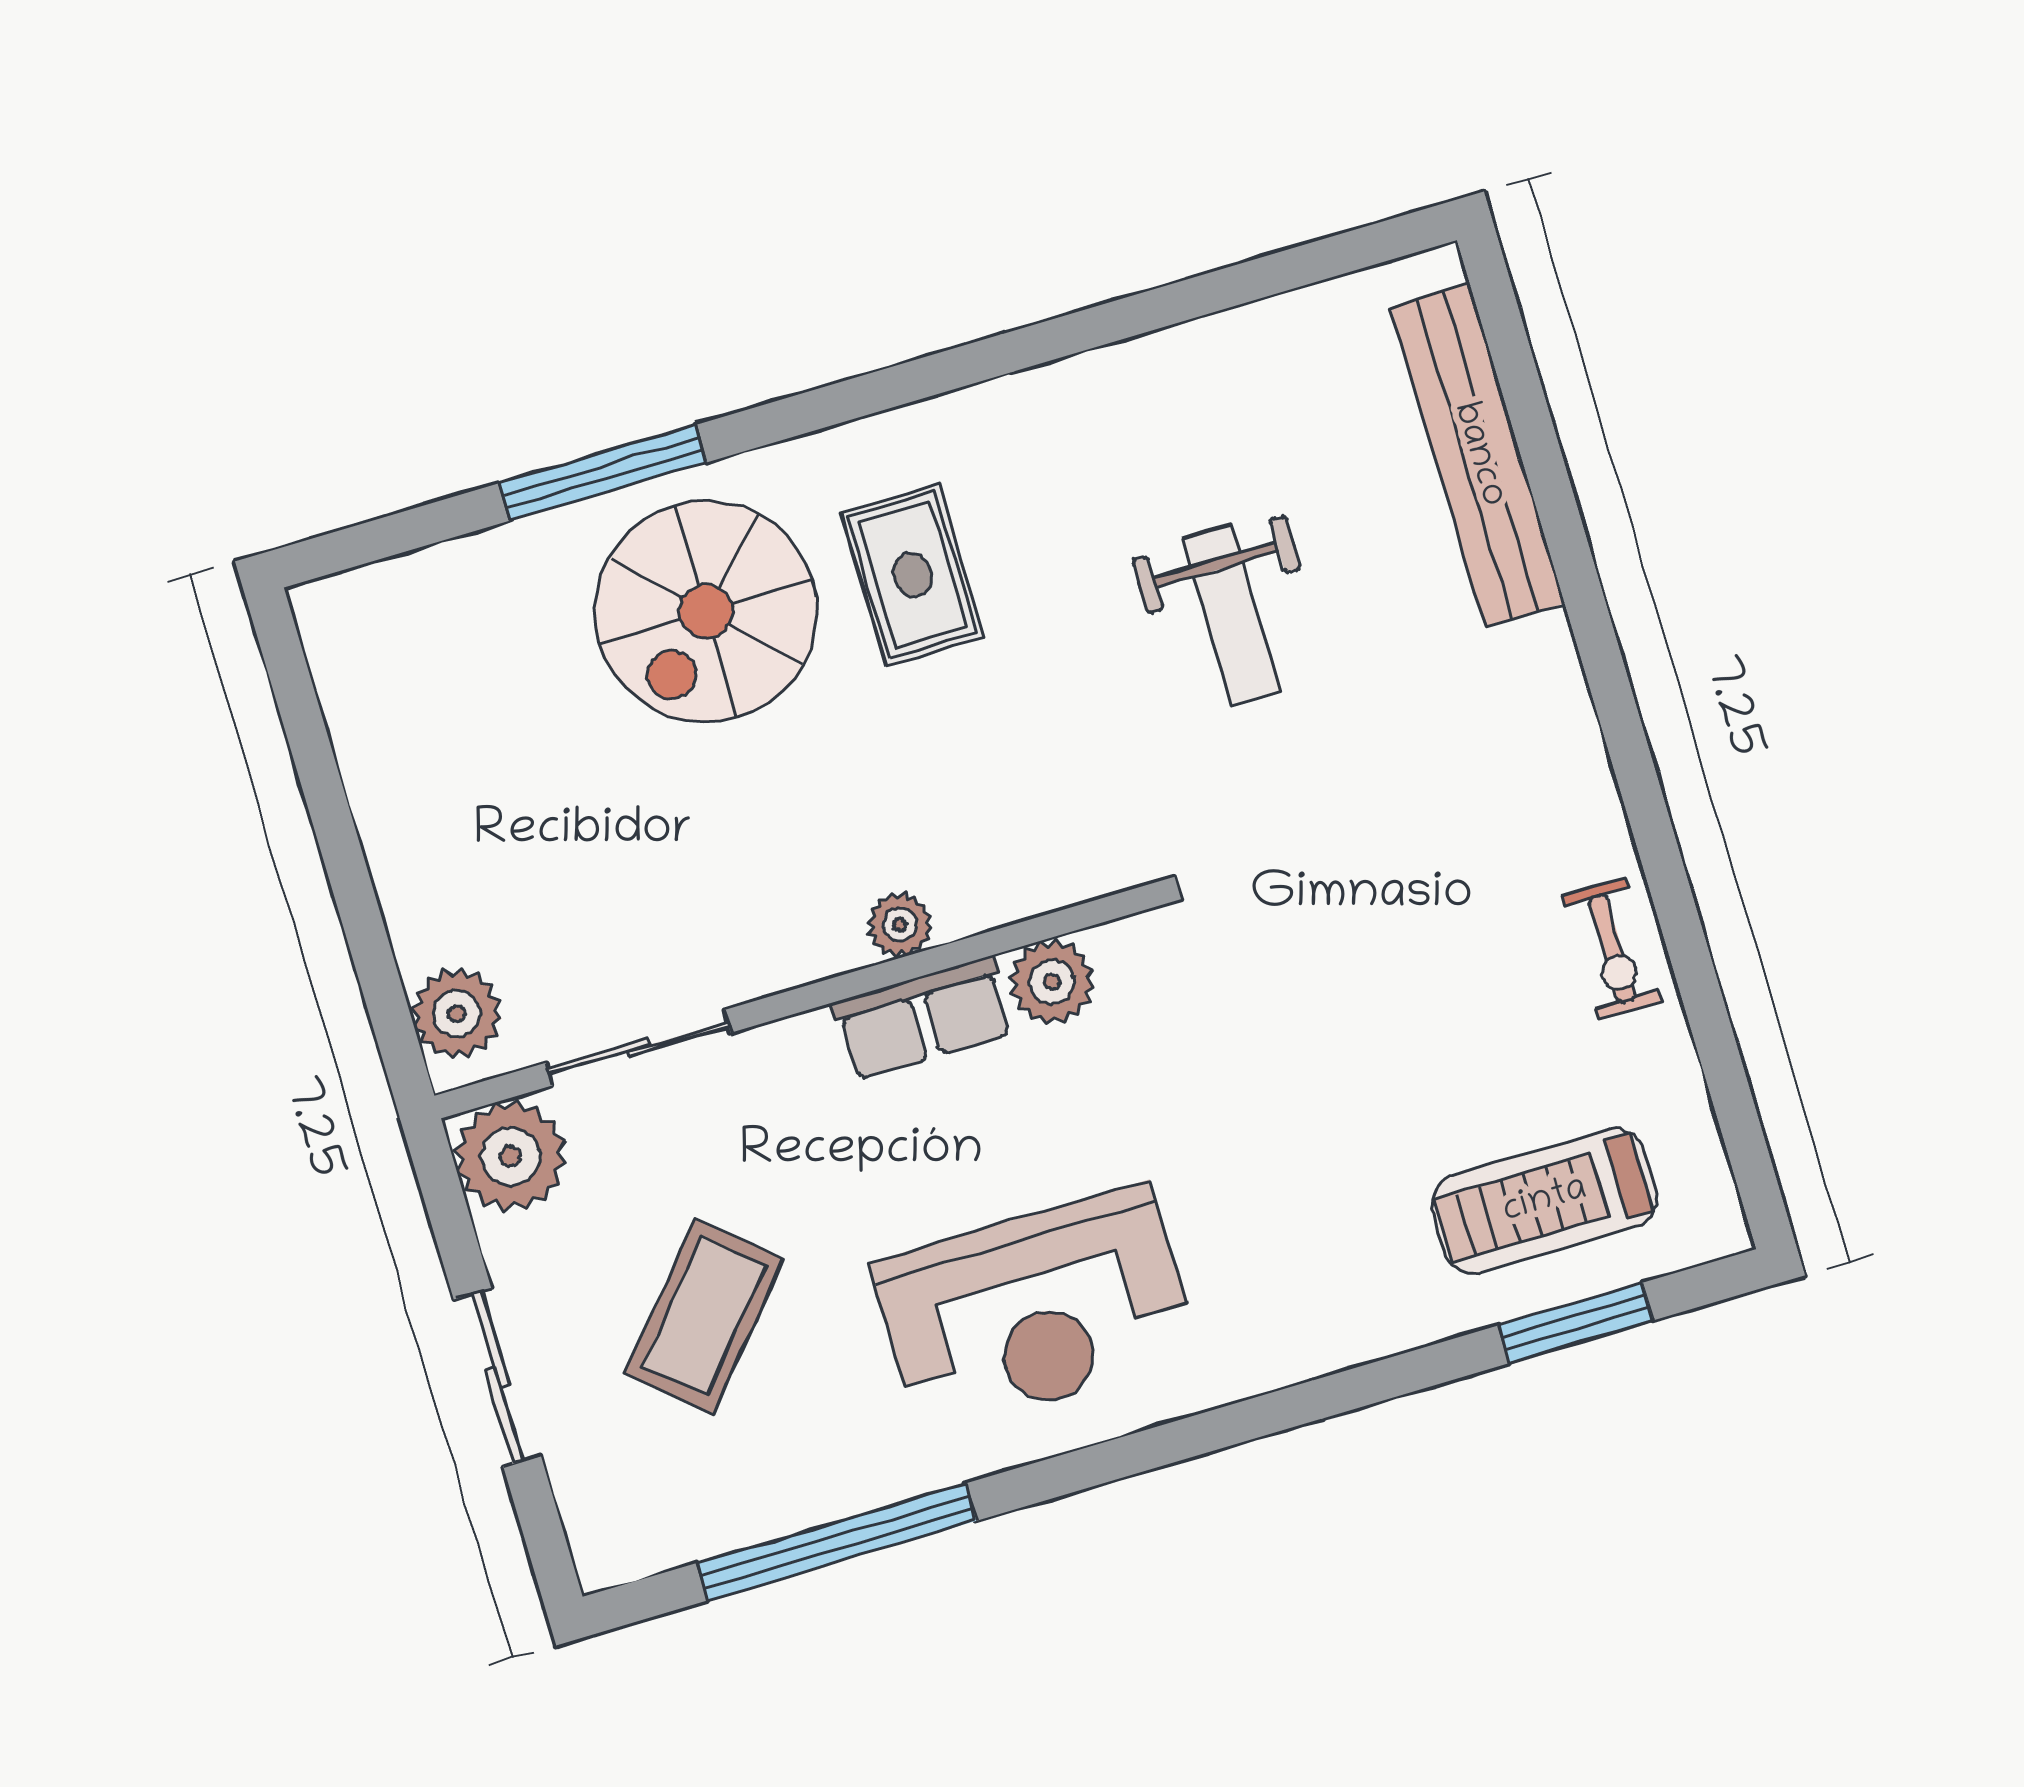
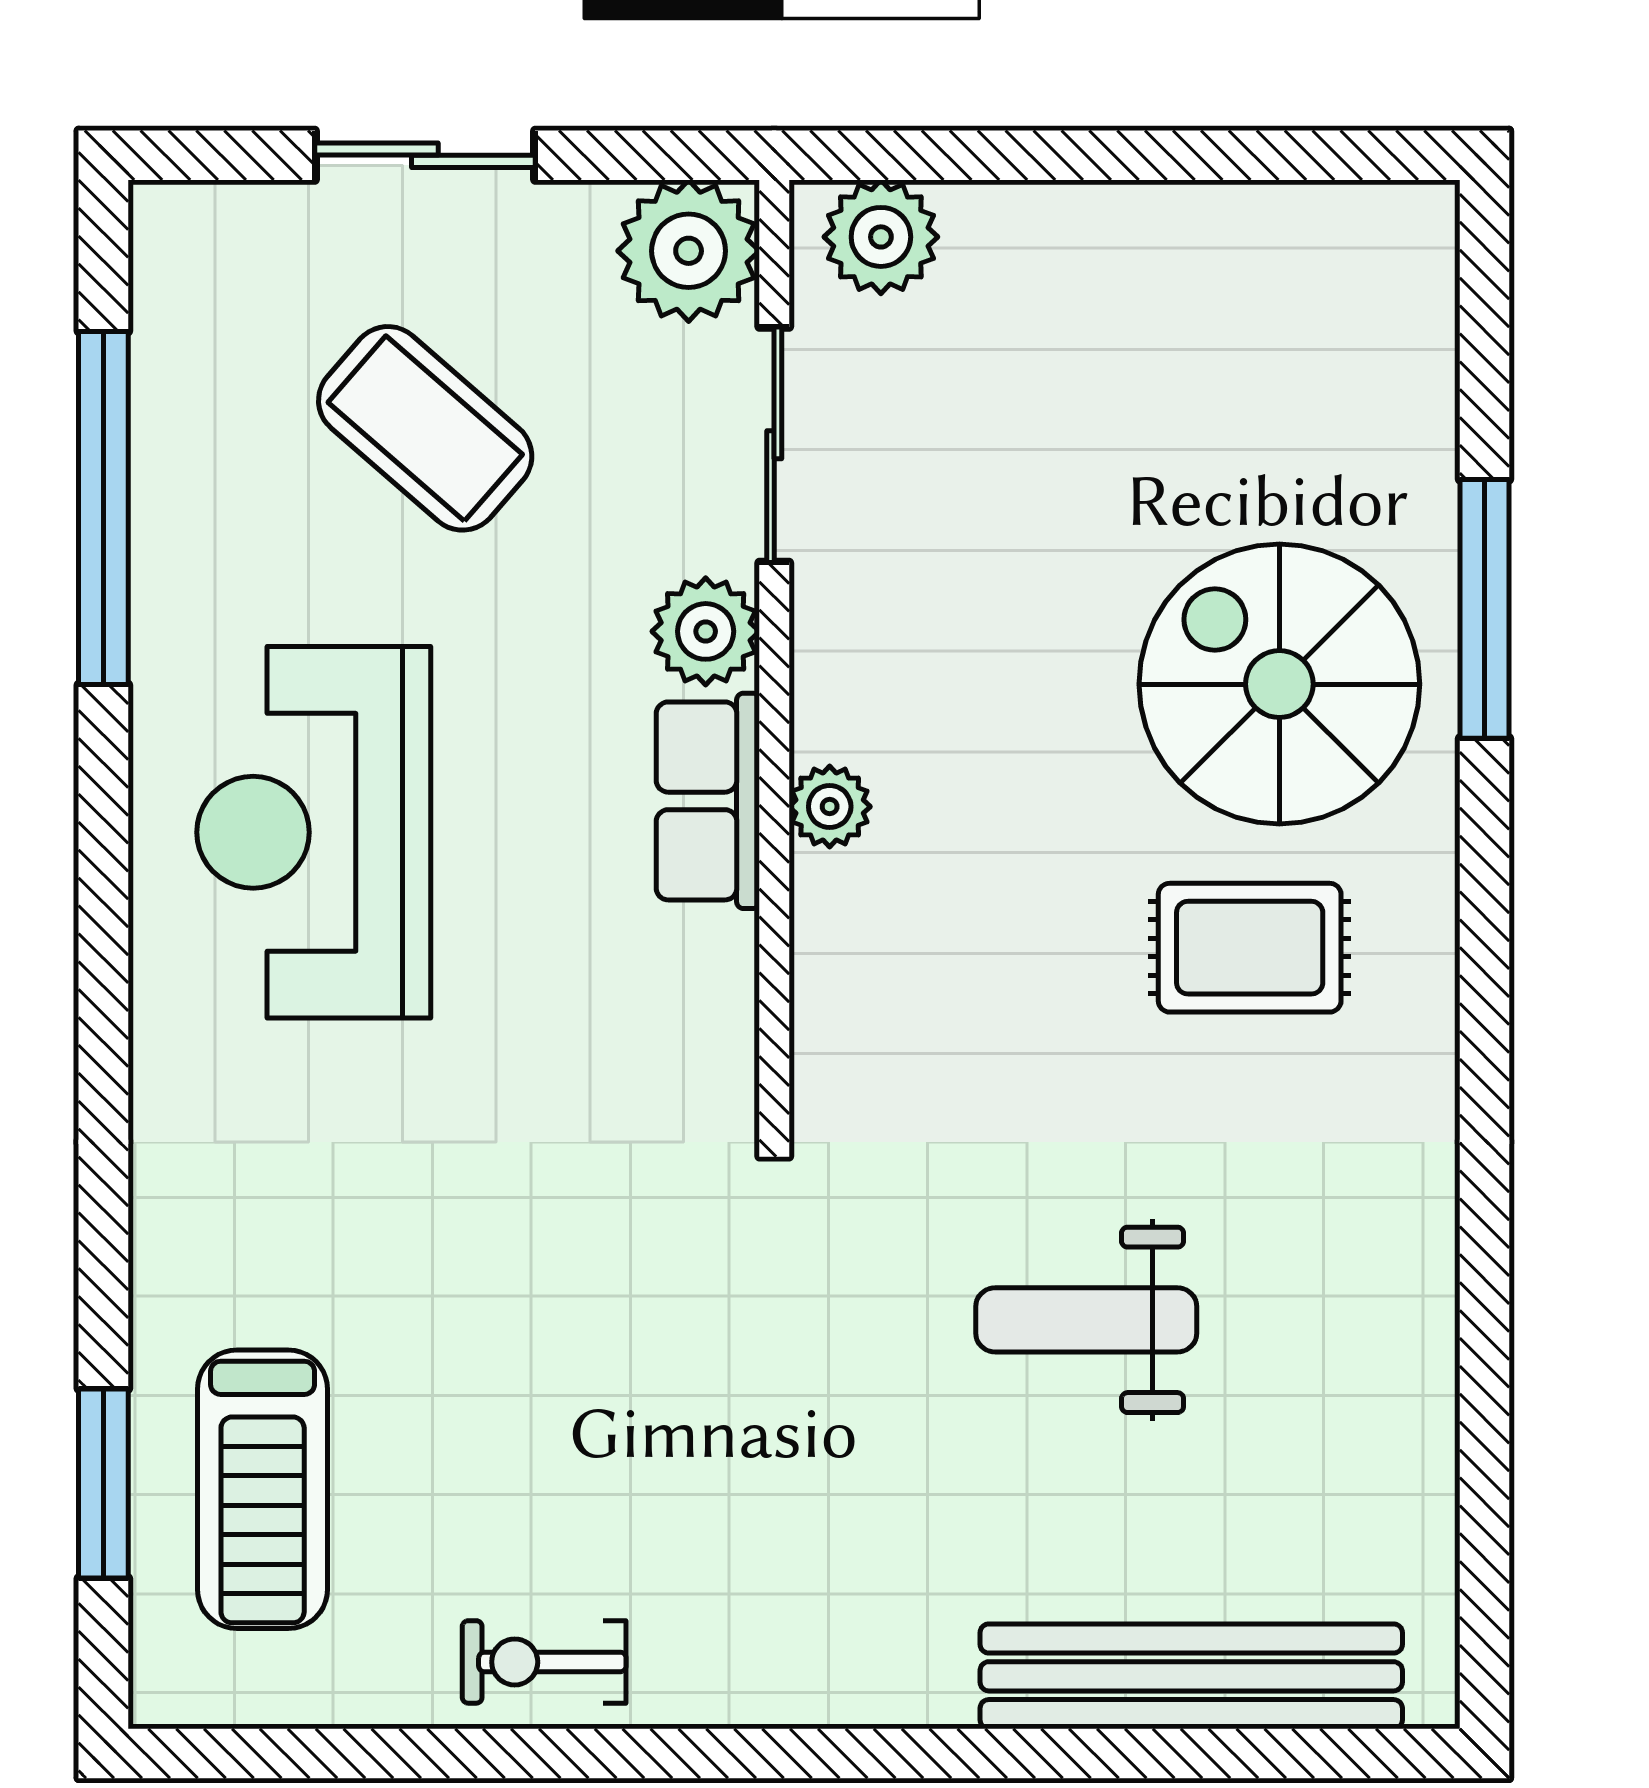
plant: (1052, 982) -> (706, 631), moved
treadmill: (1545, 1201) -> (263, 1489), turned 180

